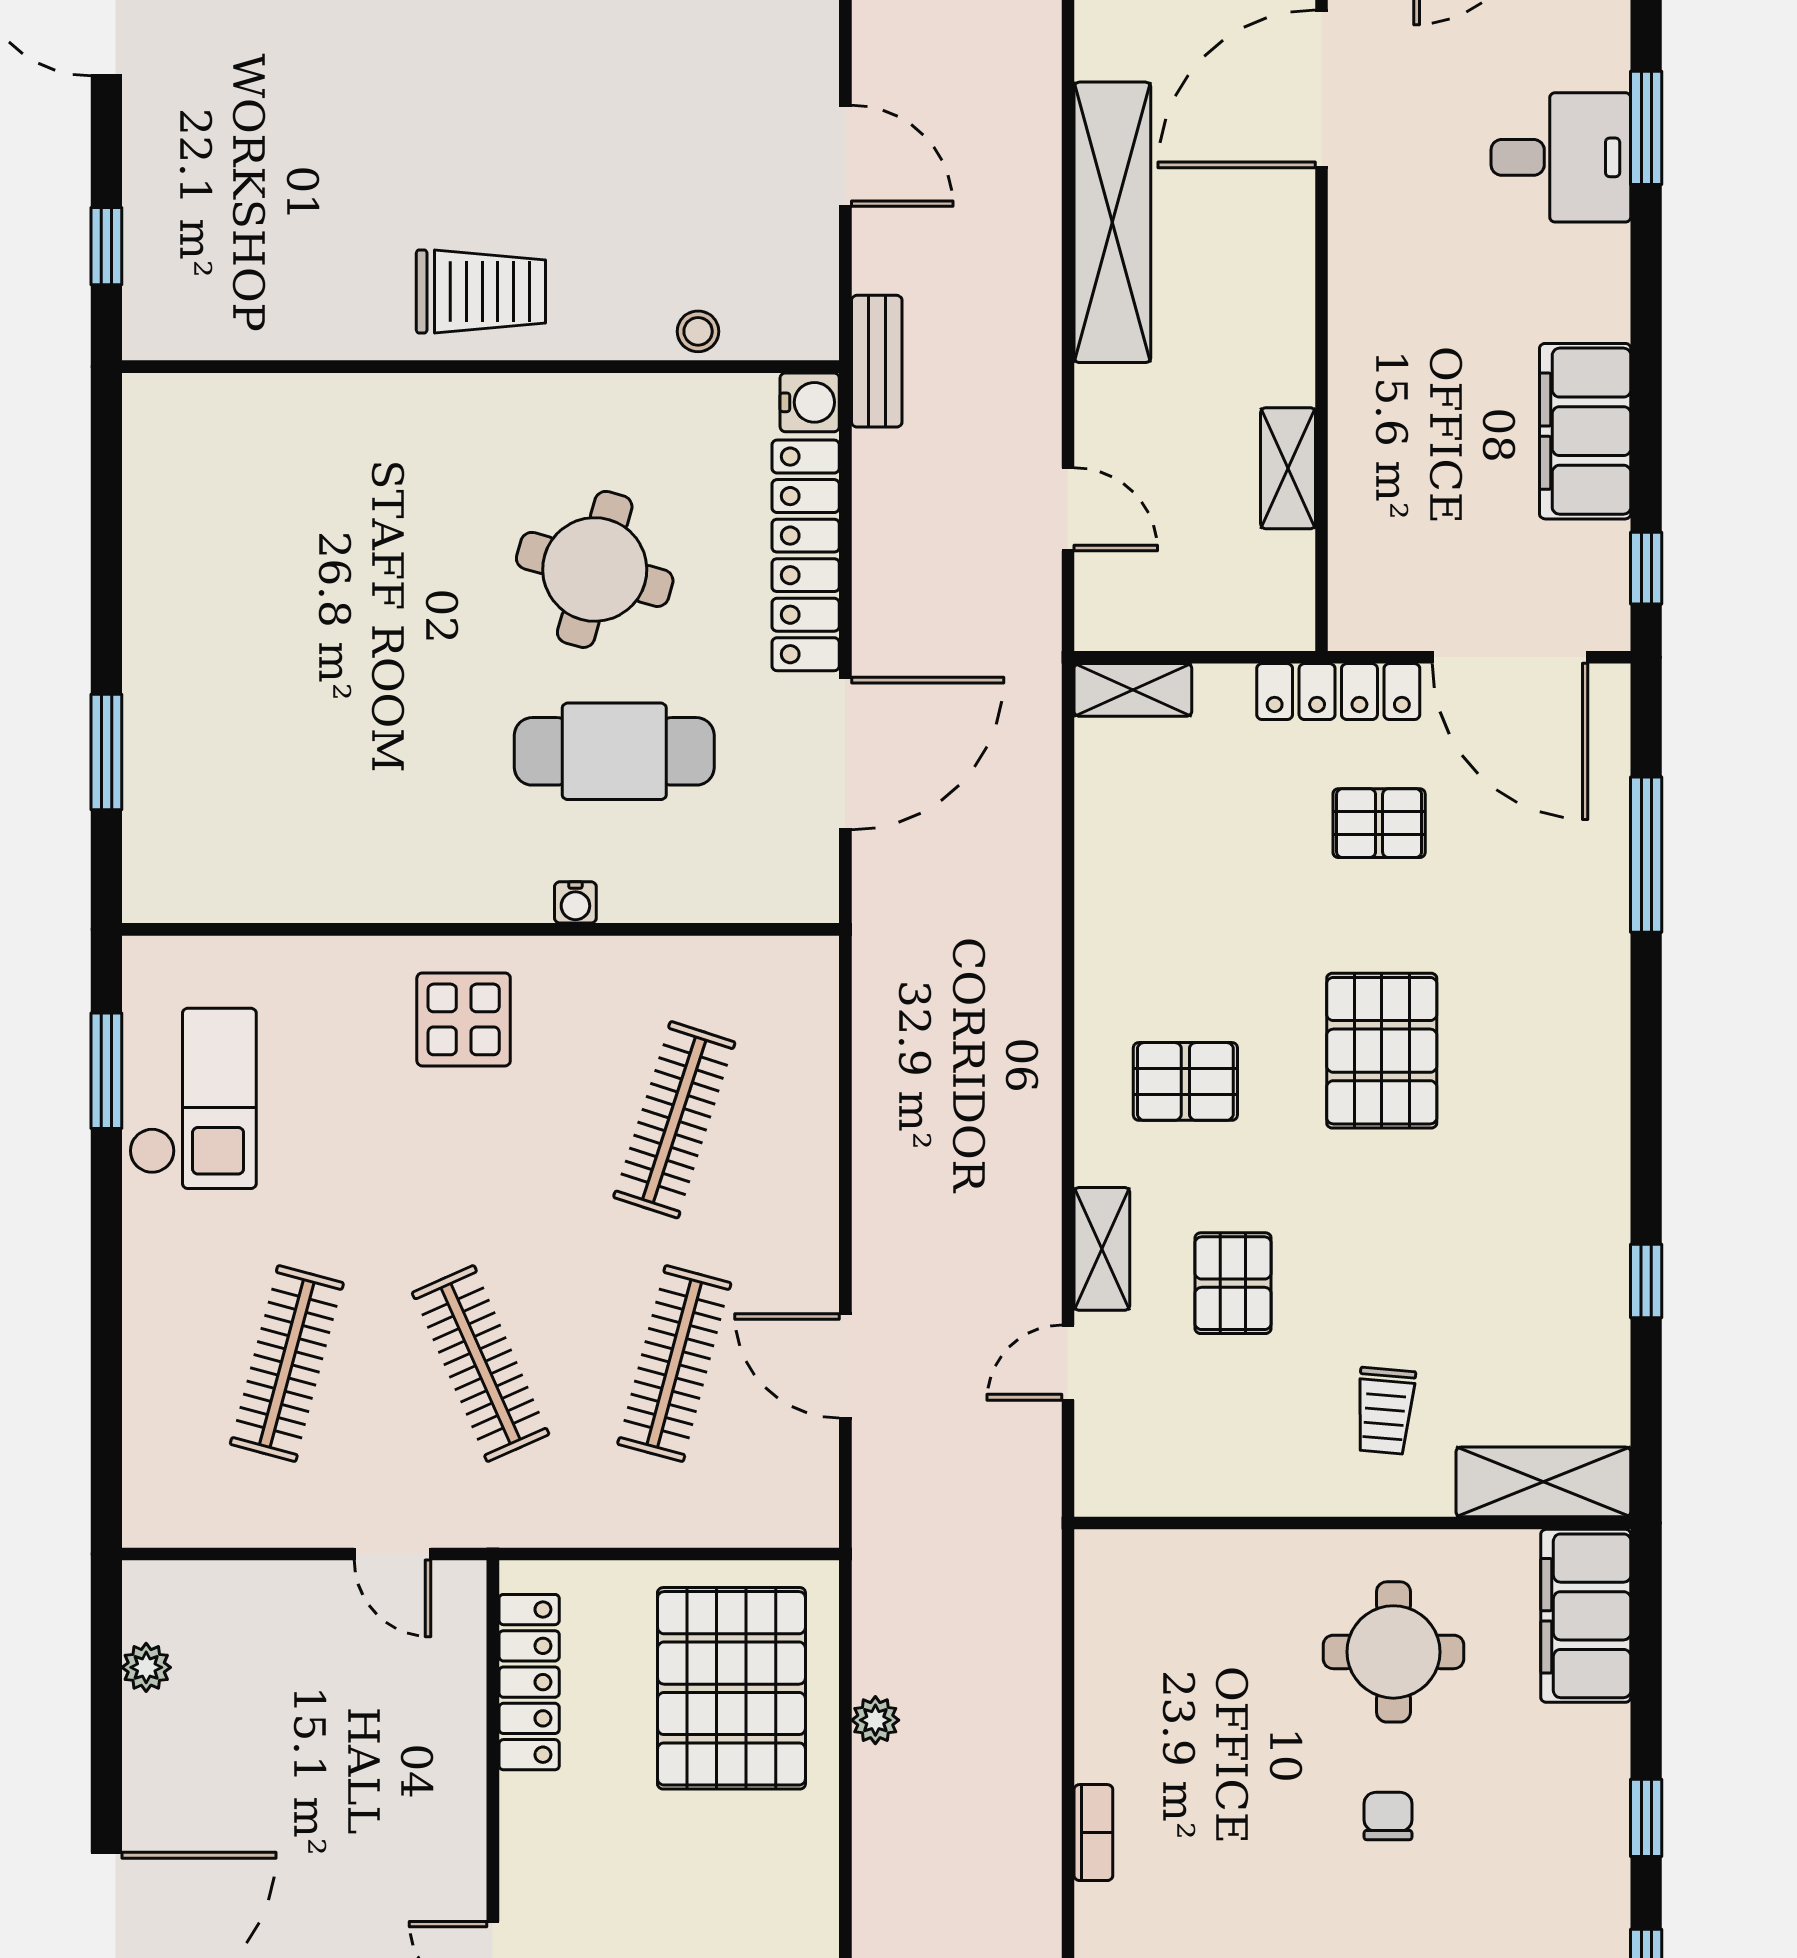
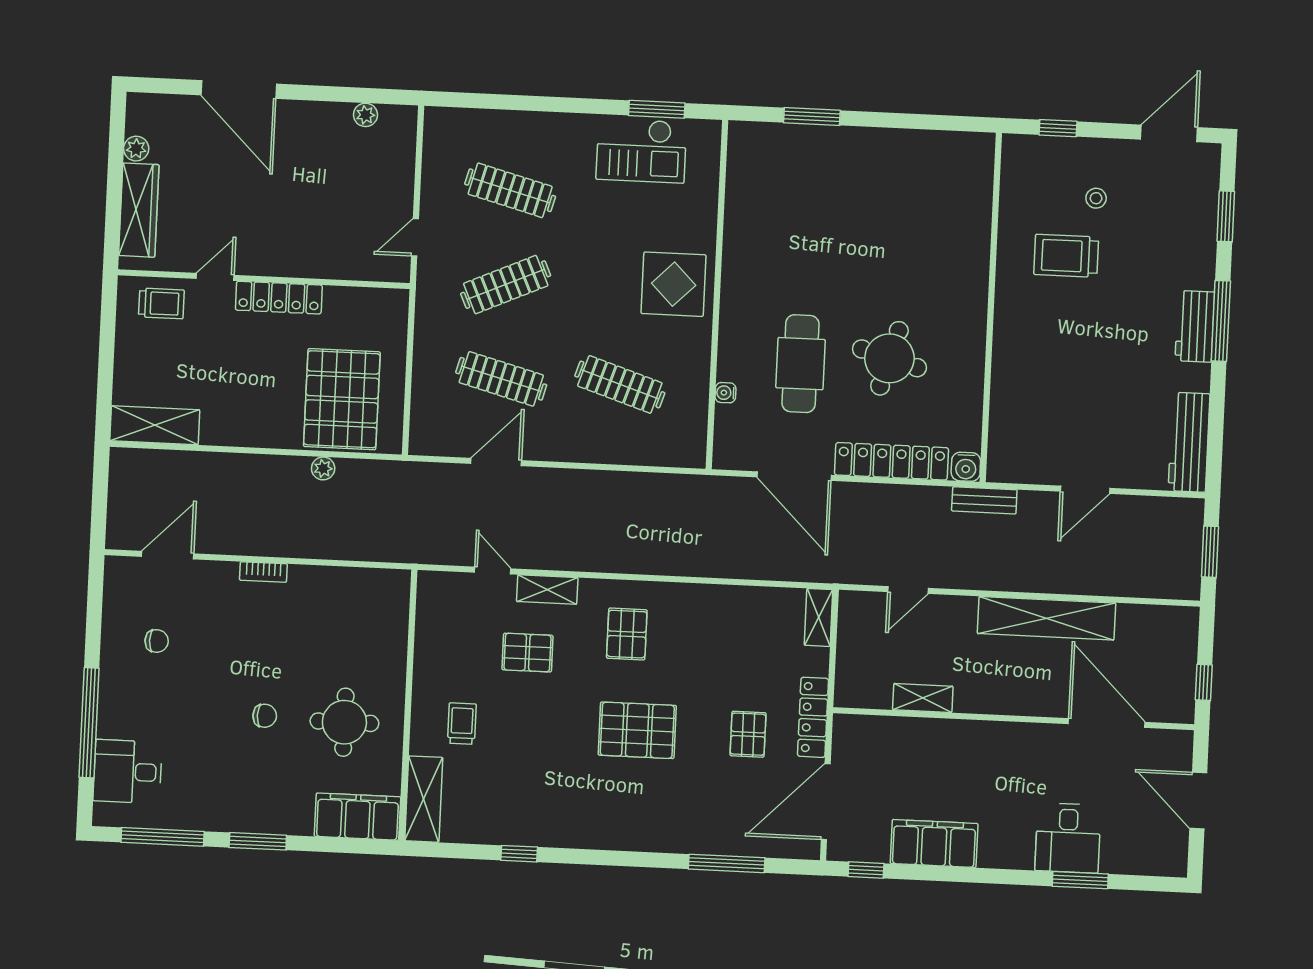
trolley: (481, 292) -> (1066, 256), moved, turned 90
stool: (698, 331) -> (1096, 198), moved
water cooler: (575, 902) -> (725, 393), moved
display table: (464, 1019) -> (674, 284), width x1.36, depth x1.36
trolley: (1385, 1411) -> (462, 724), turned 85
locker: (529, 1682) -> (279, 298), moved
pallet: (731, 1688) -> (342, 399), turned 90
window: (1646, 1818) -> (258, 841), width x1.50

